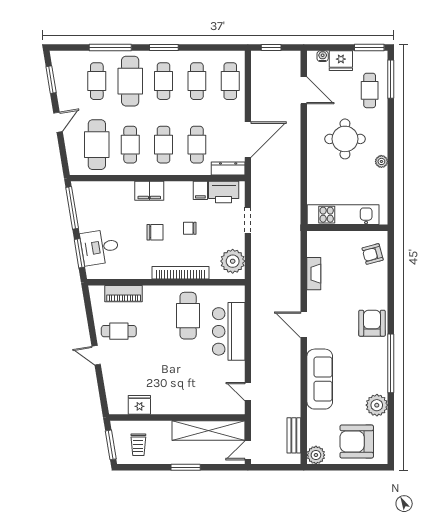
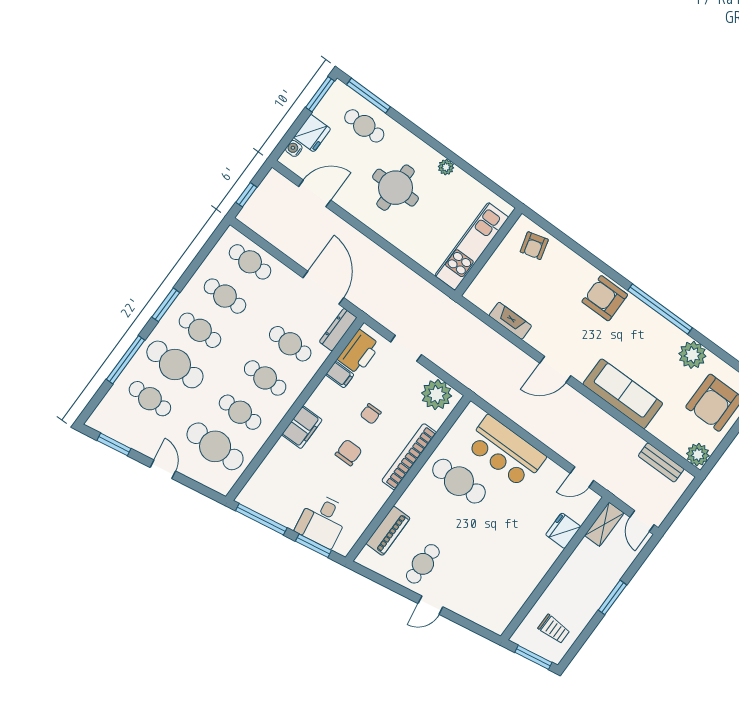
fridge: (139, 405) -> (563, 531), moved
shelving: (208, 430) -> (604, 524), width x0.45, depth x0.75

